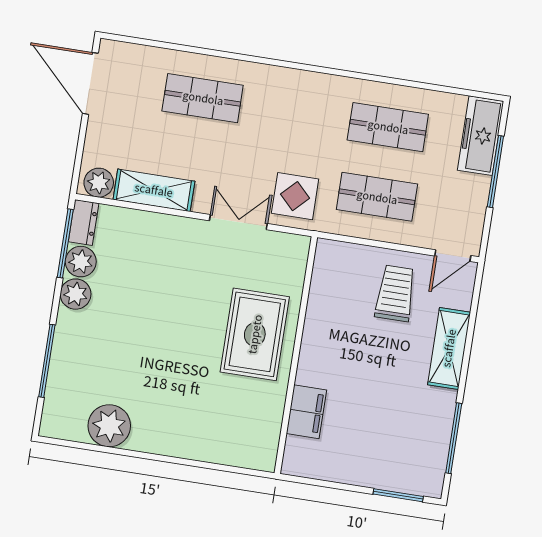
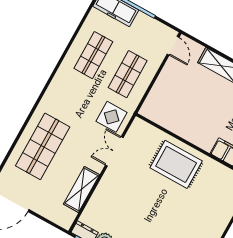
shop shelf: (203, 98) -> (43, 146), width x1.43, depth x1.36
plant: (99, 183) -> (67, 217), removed
trolley: (395, 293) -> (182, 83), removed

